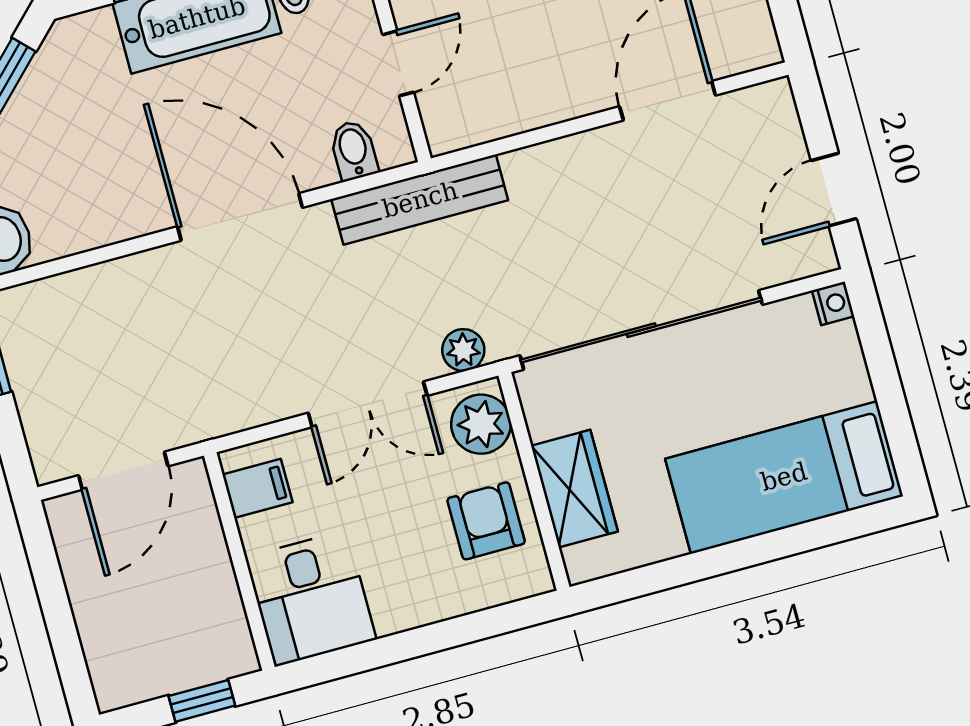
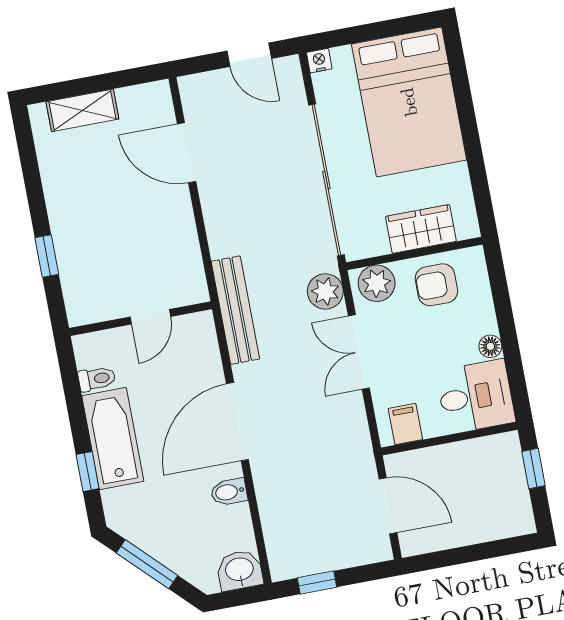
door: (398, 63) -> (150, 317), swing flipped
bidet: (354, 150) -> (229, 492), moved
plant: (463, 350) -> (325, 291), width x1.38, depth x1.38
double door: (368, 404) -> (359, 352), swing flipped
bed: (784, 477) -> (409, 102), width x1.50
floor lamp: (394, 616) -> (490, 346), added

